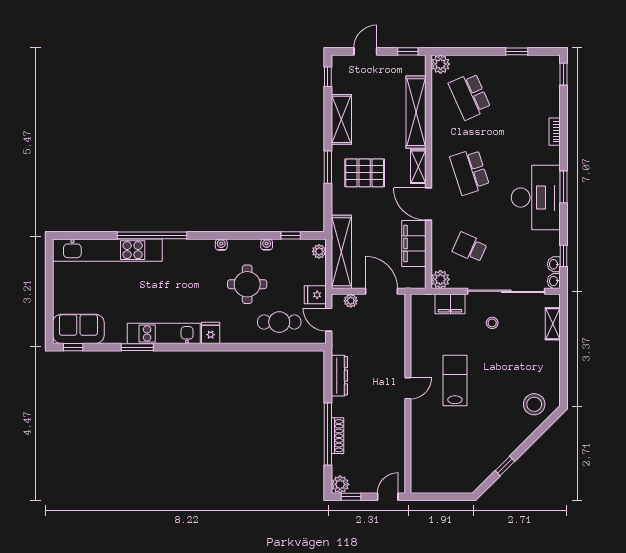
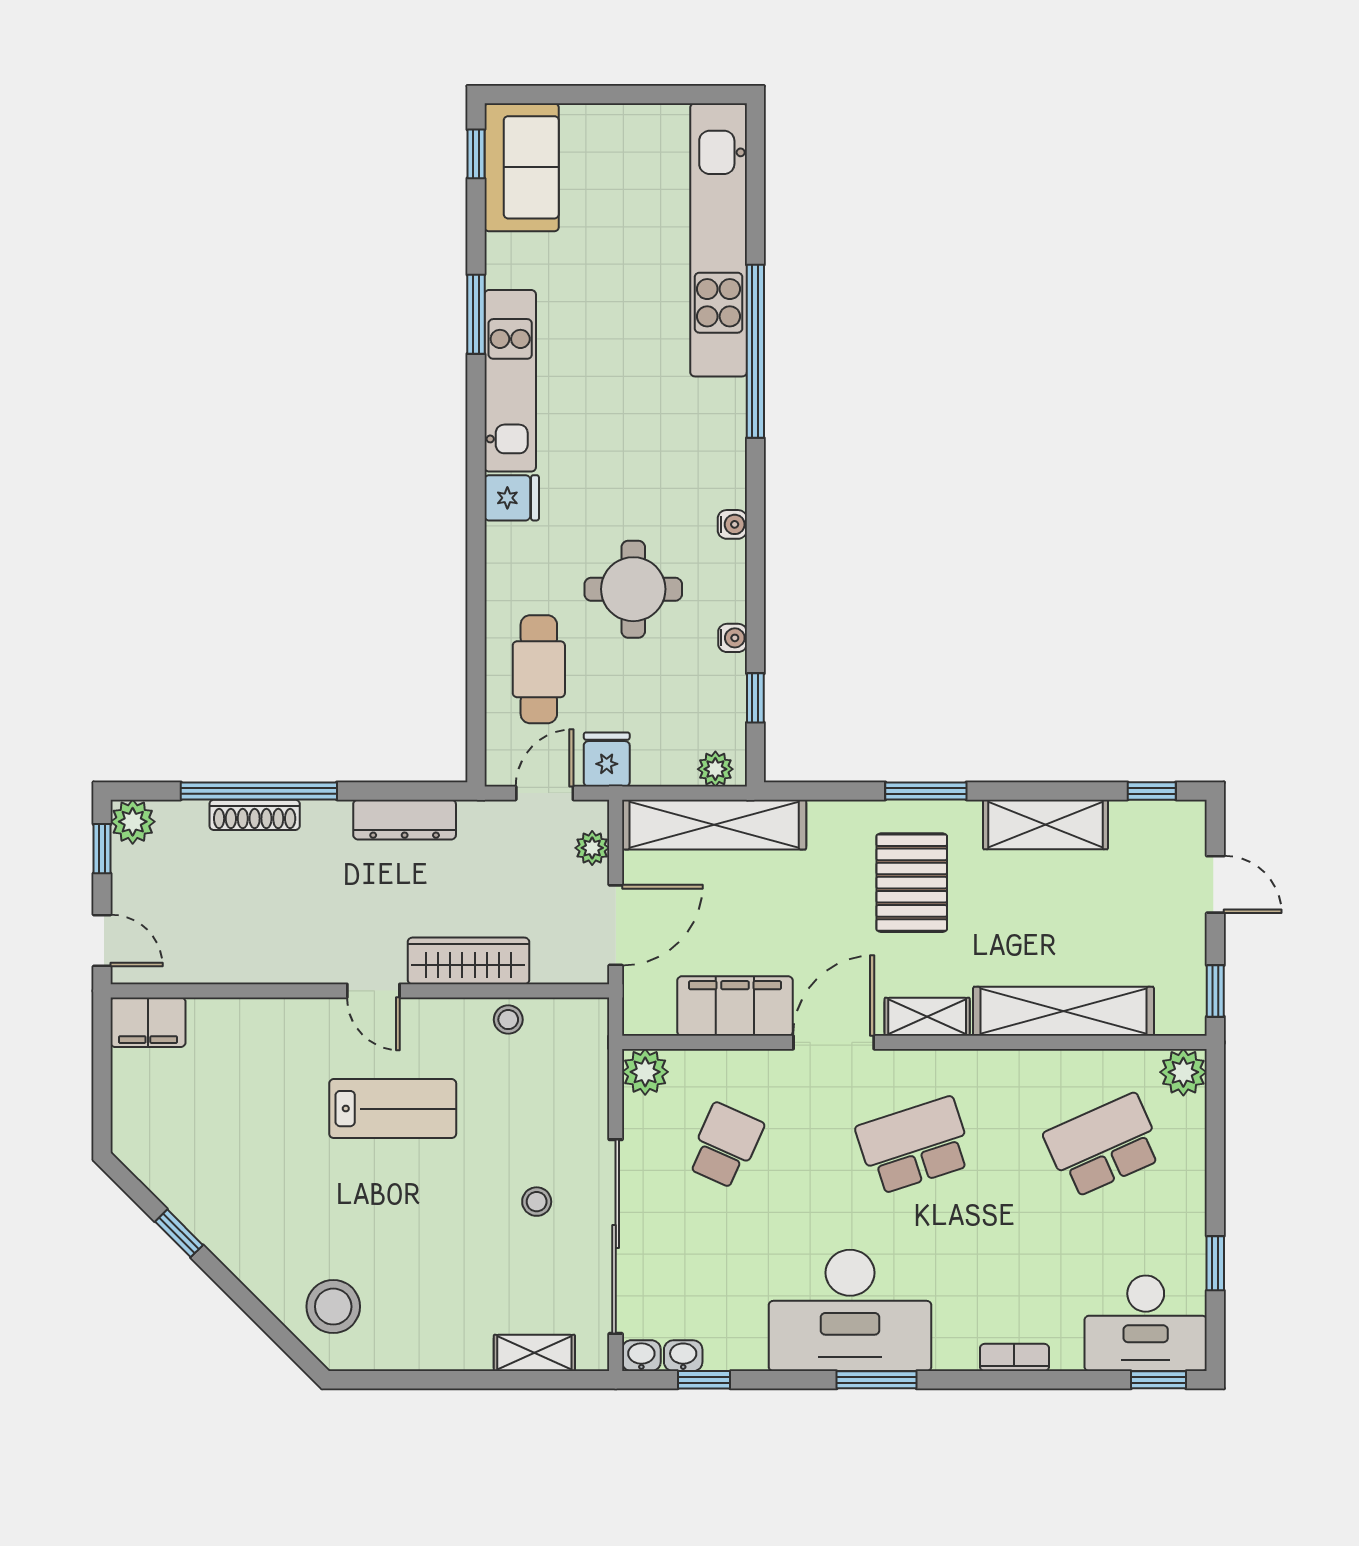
desk: (541, 79) -> (1146, 1323), added
filing cabinet: (450, 304) -> (148, 1022), moved, turned -90
stool: (419, 334) -> (508, 1020), added
wardrobe: (396, 350) -> (468, 961), added

